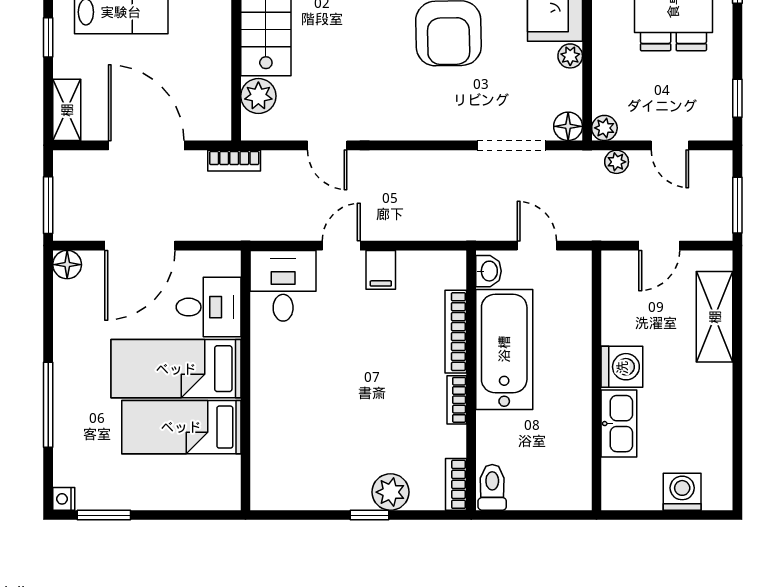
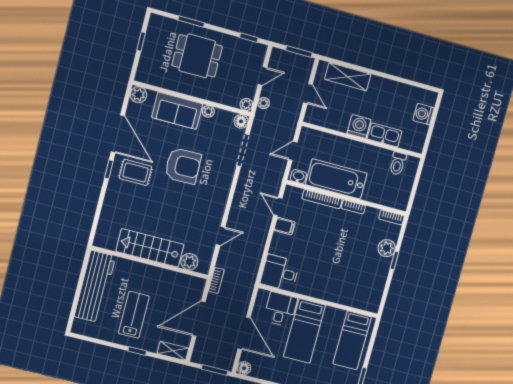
door: (341, 246) -> (278, 207), moved
bed: (181, 427) -> (352, 340), moved
toilet: (492, 487) -> (398, 163), moved, turned -90

